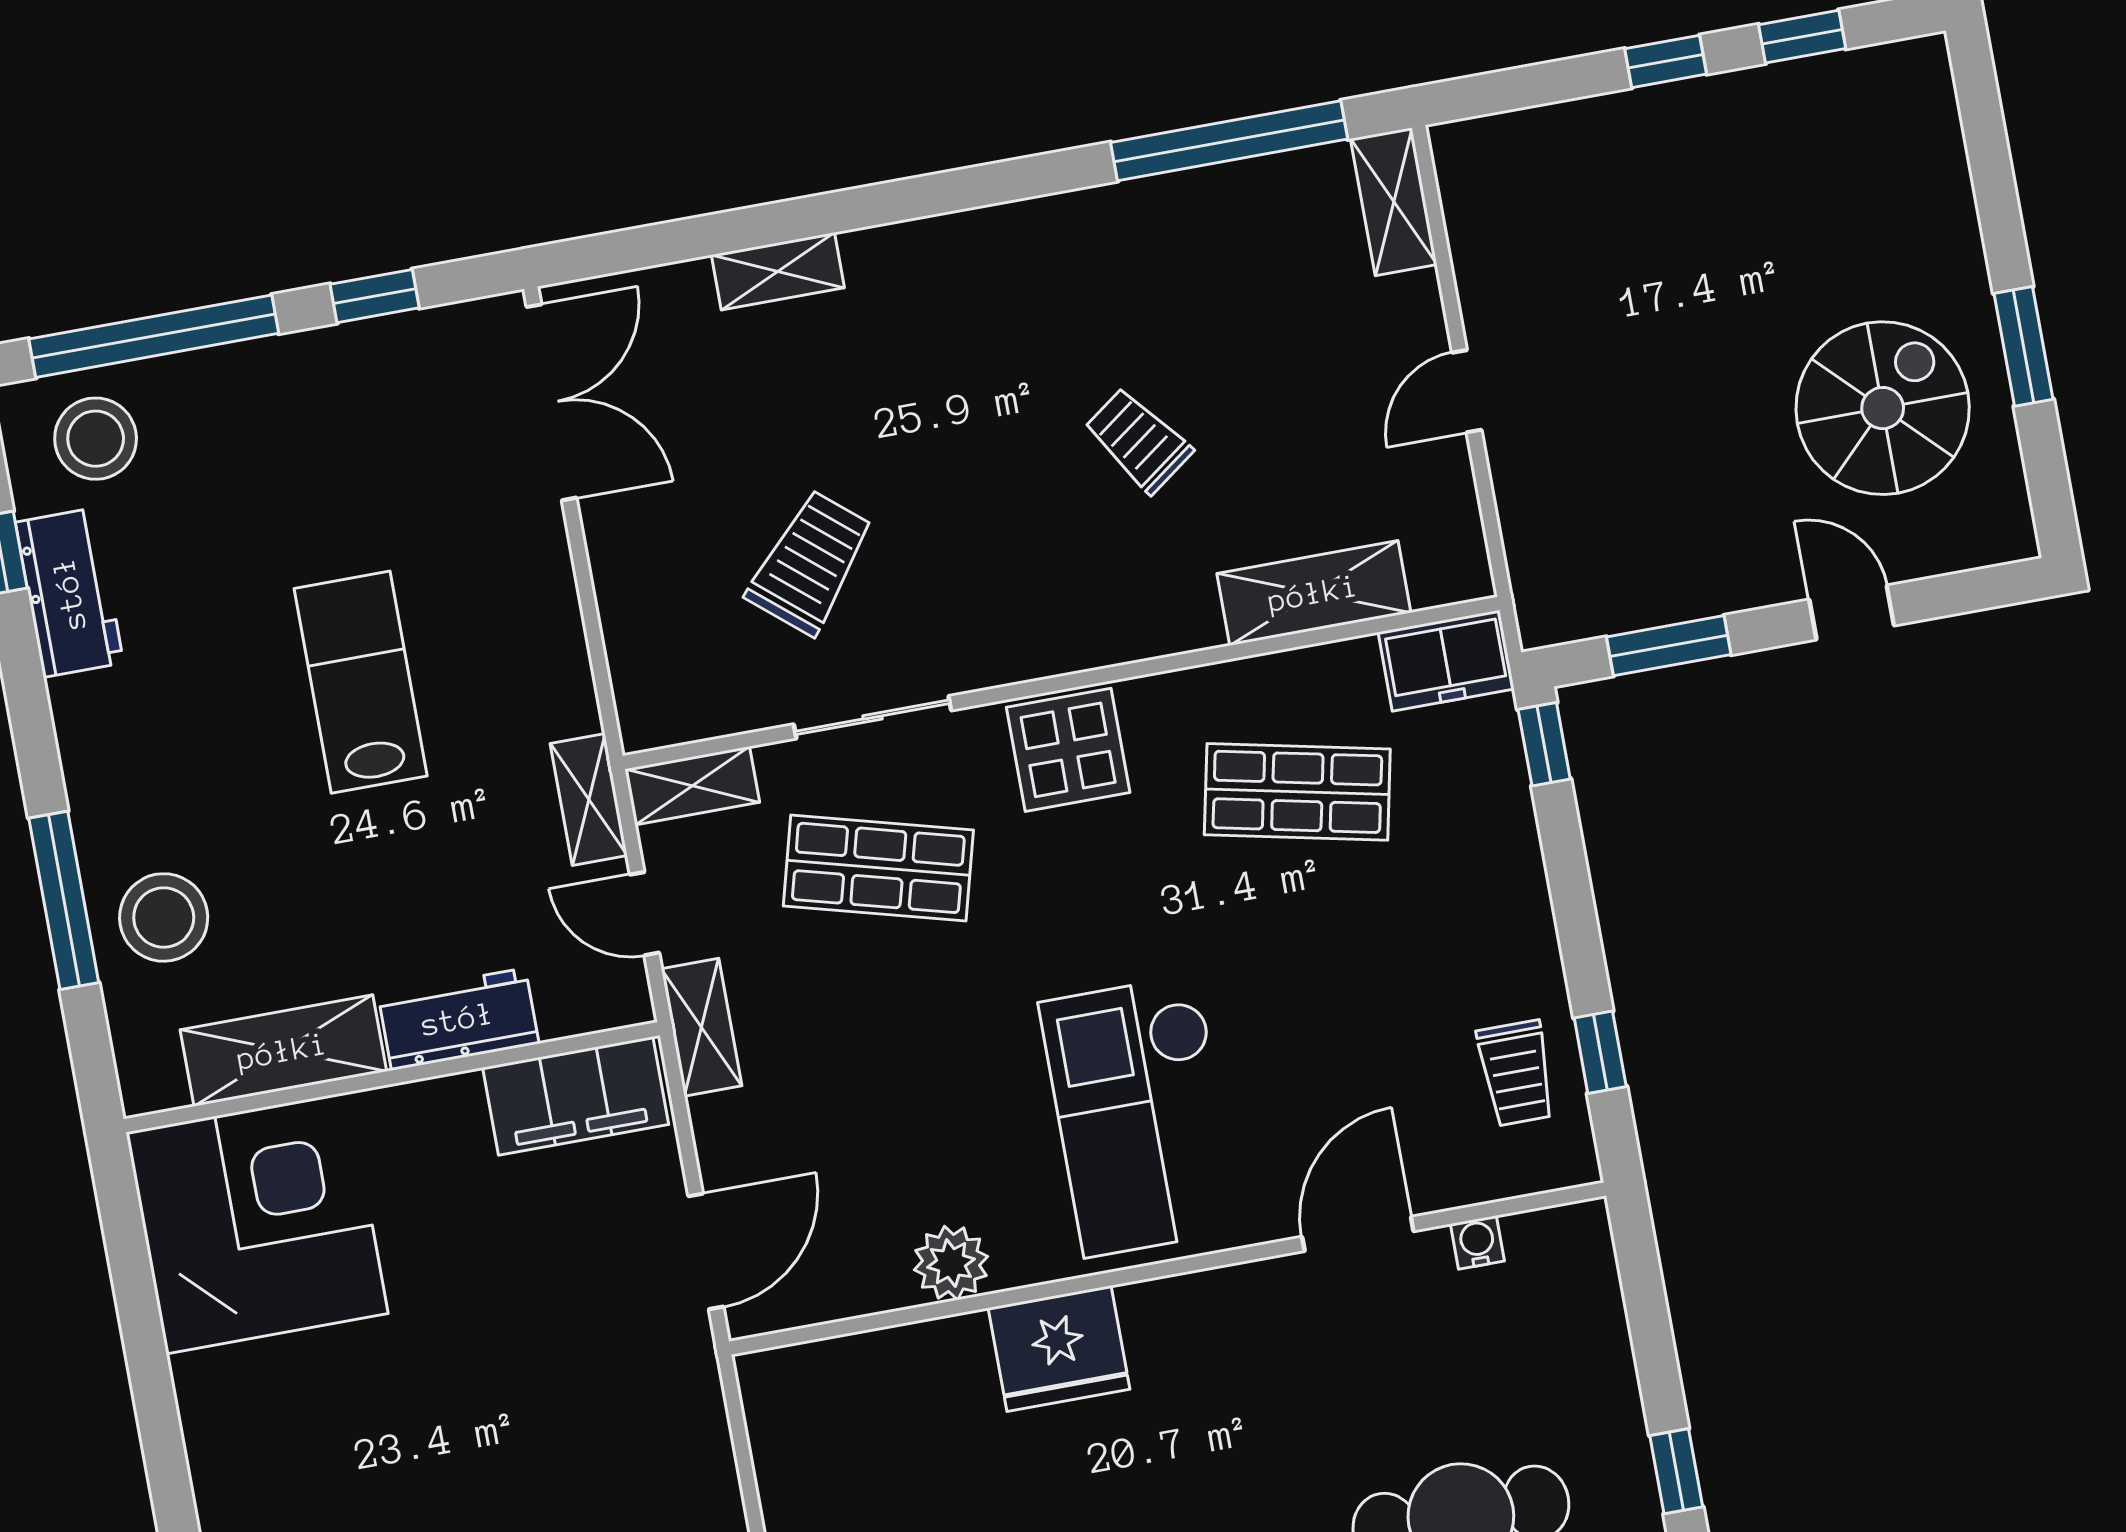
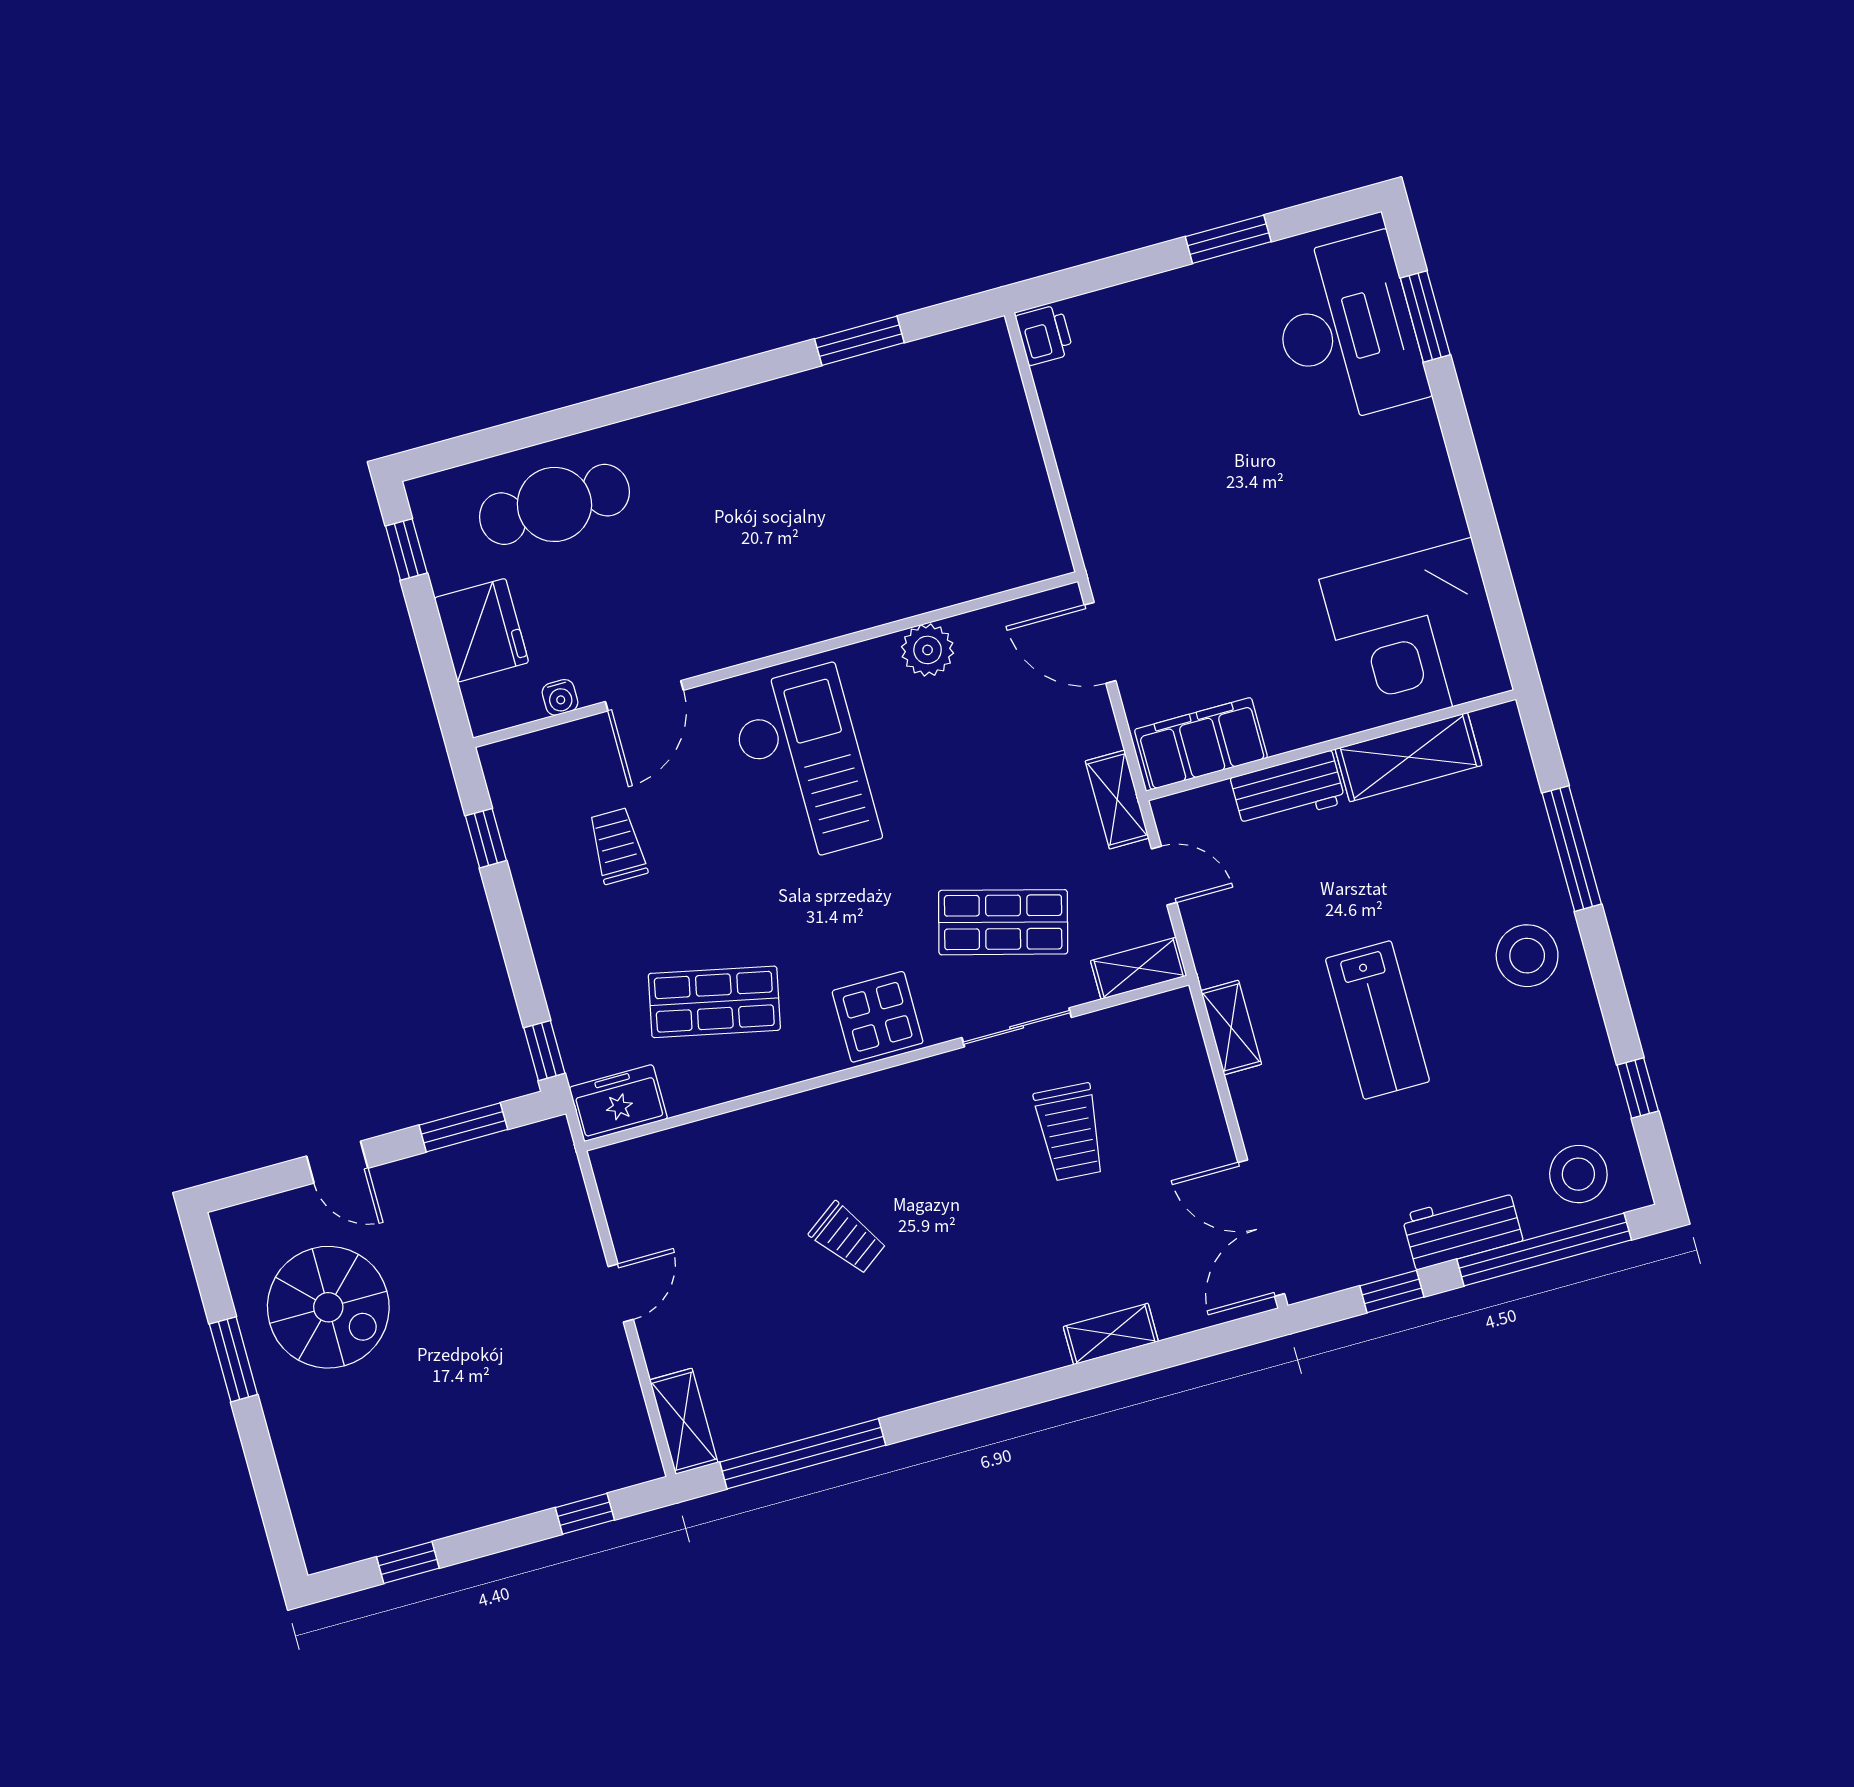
window: (1666, 61) -> (585, 1514), moved
spiral stairs: (1883, 408) -> (328, 1307), turned -90
trolley: (810, 562) -> (1070, 1132), turned -36
workbench: (69, 593) -> (1462, 1228), moved, turned 90
shelving: (1314, 593) -> (715, 1142), removed
shelving: (589, 800) -> (1231, 1028), moved
stool: (164, 917) -> (1527, 956), moved
trolley: (1516, 1073) -> (617, 846), moved
door: (706, 1251) -> (1100, 643), hinge flipped
fridge: (1059, 1349) -> (481, 630), moved, turned 90

